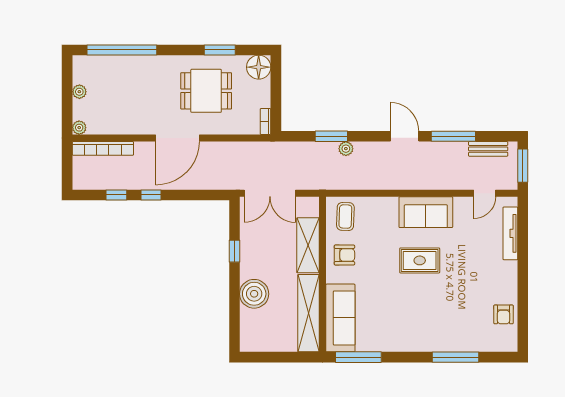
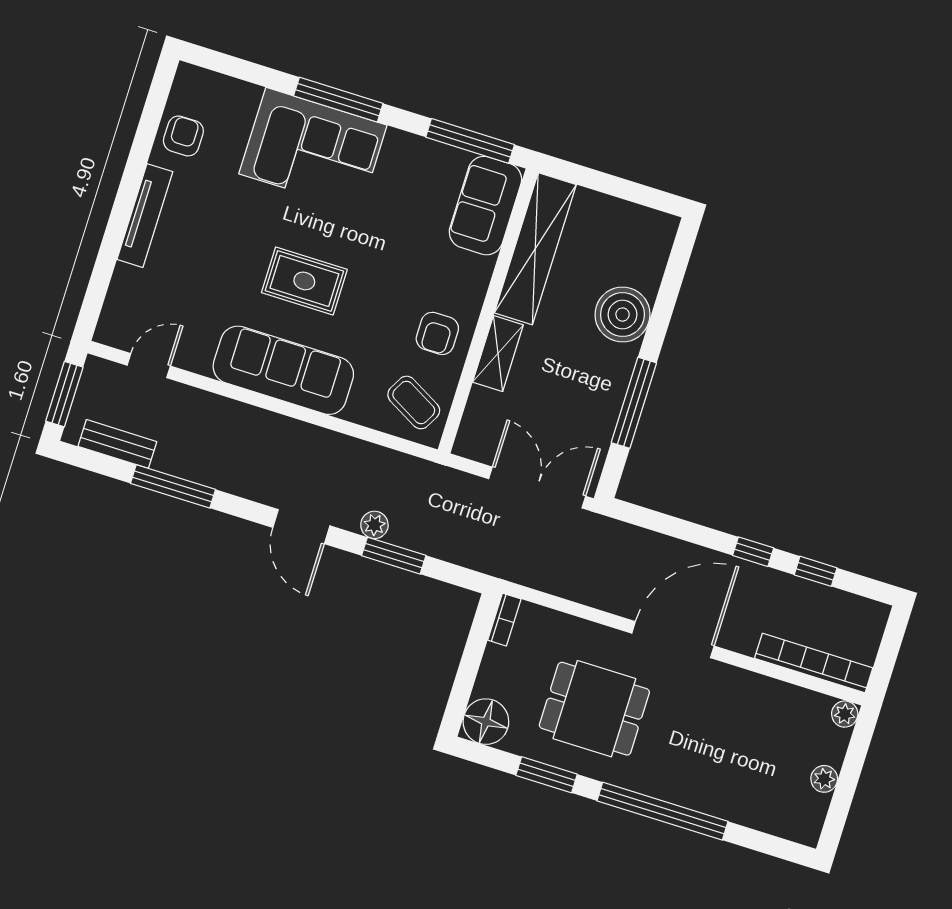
window: (122, 50) -> (662, 811), moved
door: (405, 136) -> (301, 527), moved
sofa: (426, 212) -> (283, 370), width x1.36
coffee table: (345, 217) -> (414, 402), turned -63
tv unit: (510, 233) -> (145, 216), moved
shelving: (308, 245) -> (498, 353), width x0.67, depth x0.75
window: (234, 251) -> (634, 403), width x2.17
armchair: (344, 255) -> (437, 333), turned -90
sofa: (340, 318) -> (485, 206), width x0.73
corner sofa: (436, 328) -> (313, 149), added
window: (455, 357) -> (338, 100), moved

